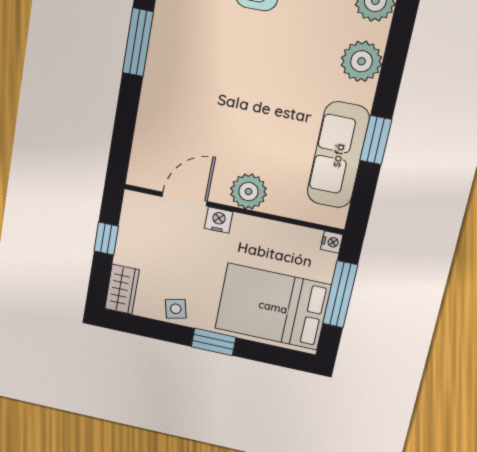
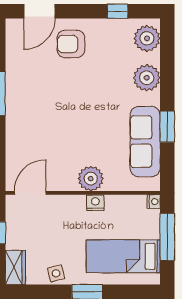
door: (185, 199) -> (30, 193), moved
nightstand: (219, 220) -> (95, 203), moved
bed: (273, 307) -> (123, 256), width x0.67

